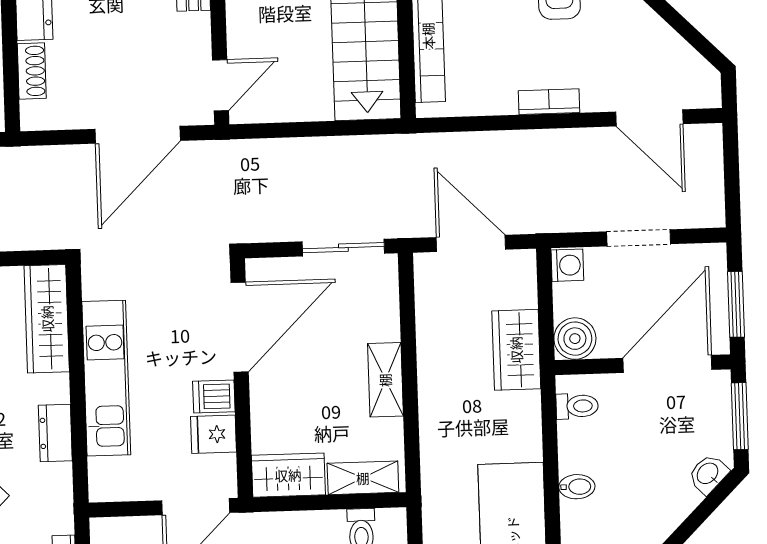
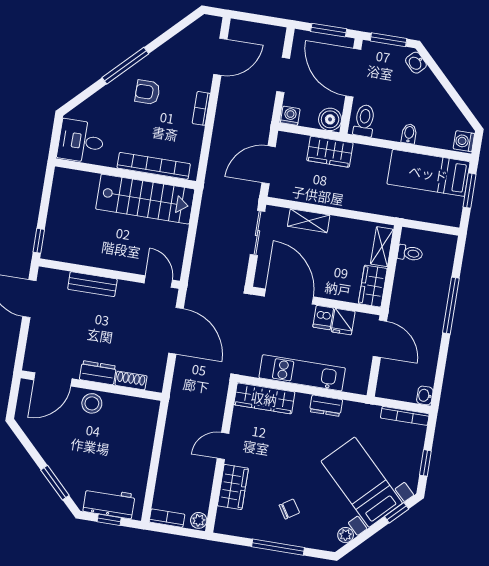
shelving: (385, 380) -> (309, 221), moved
toilet: (577, 406) -> (364, 121), width x1.37, depth x1.39

